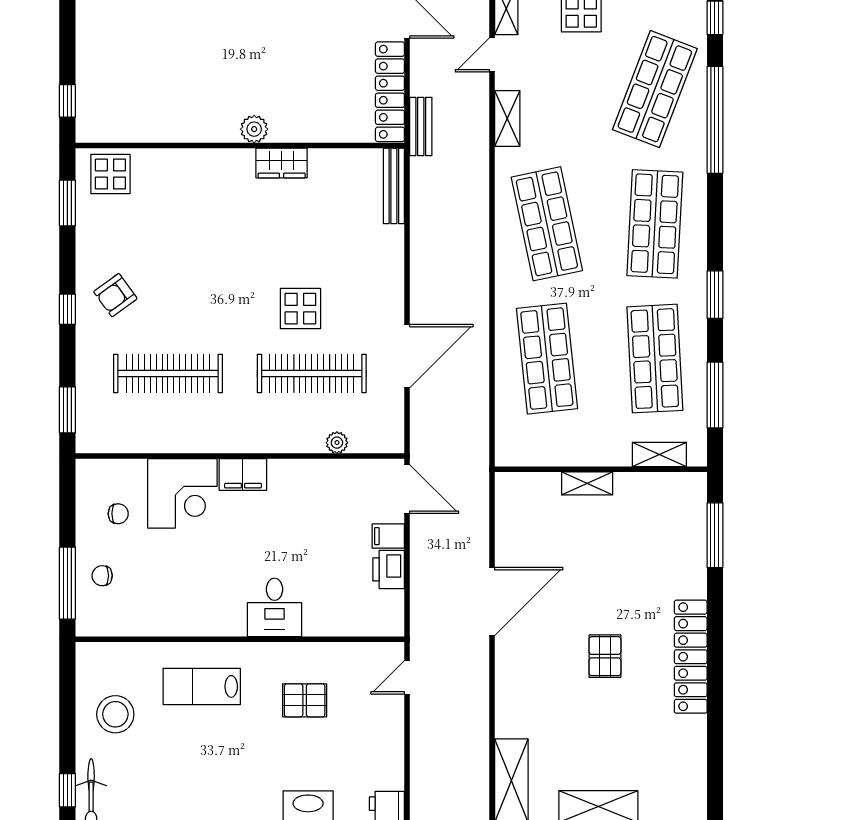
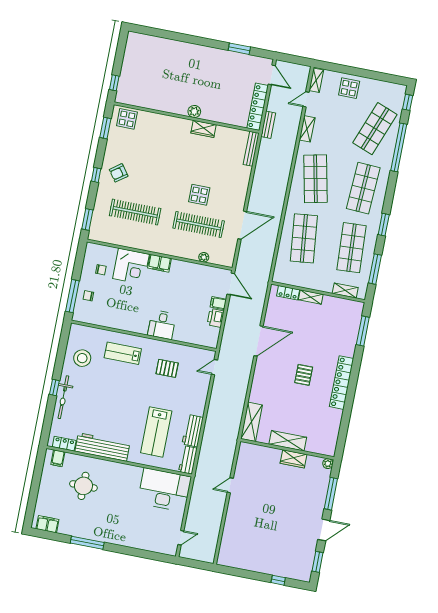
locker: (536, 484) -> (288, 293), added

